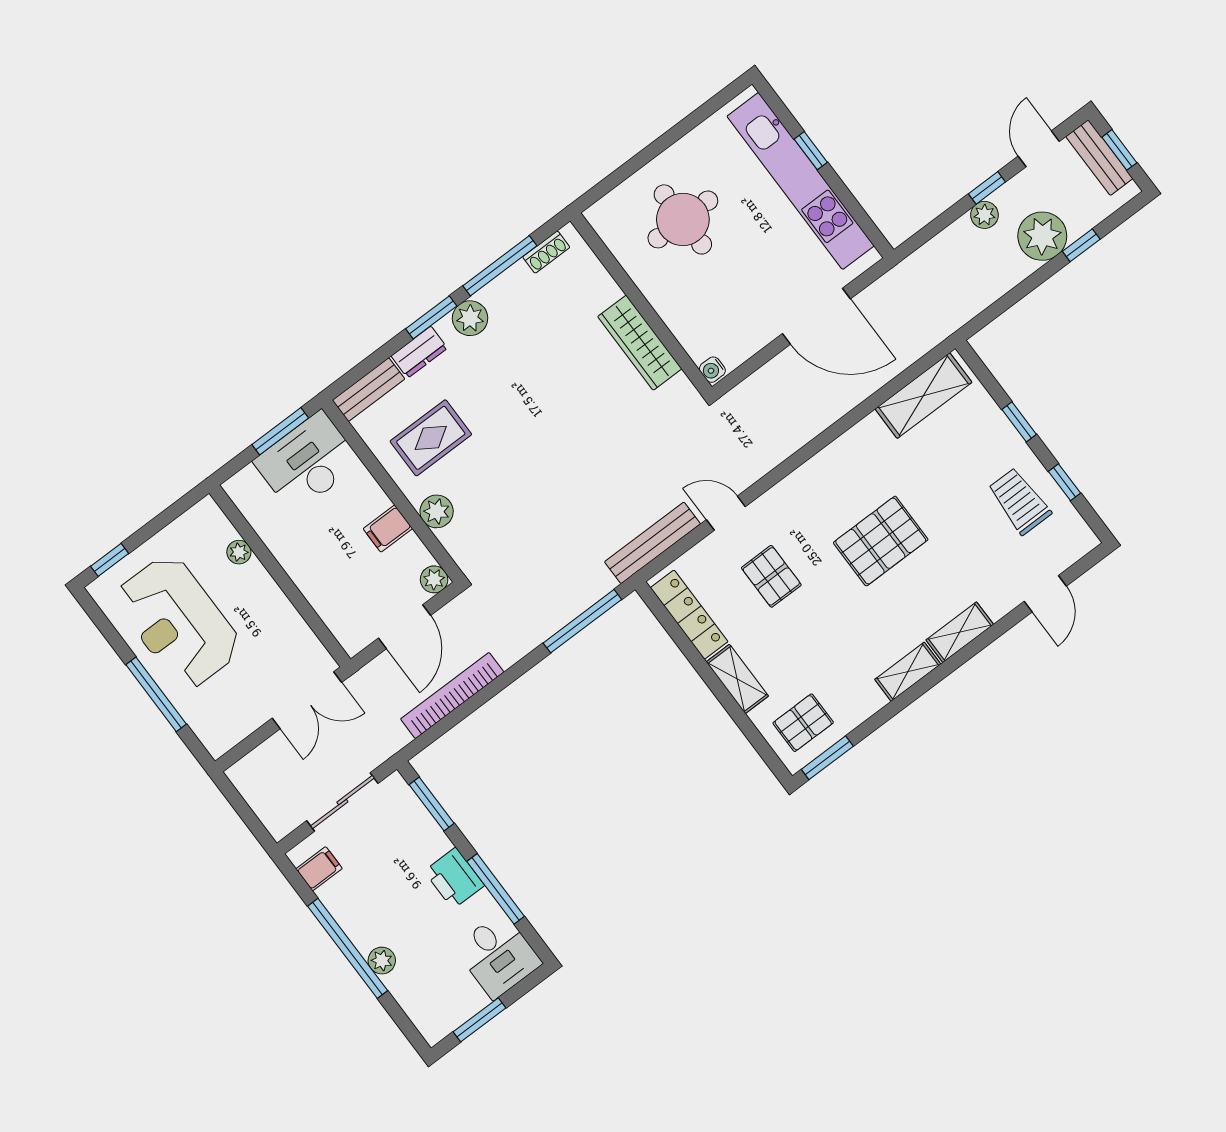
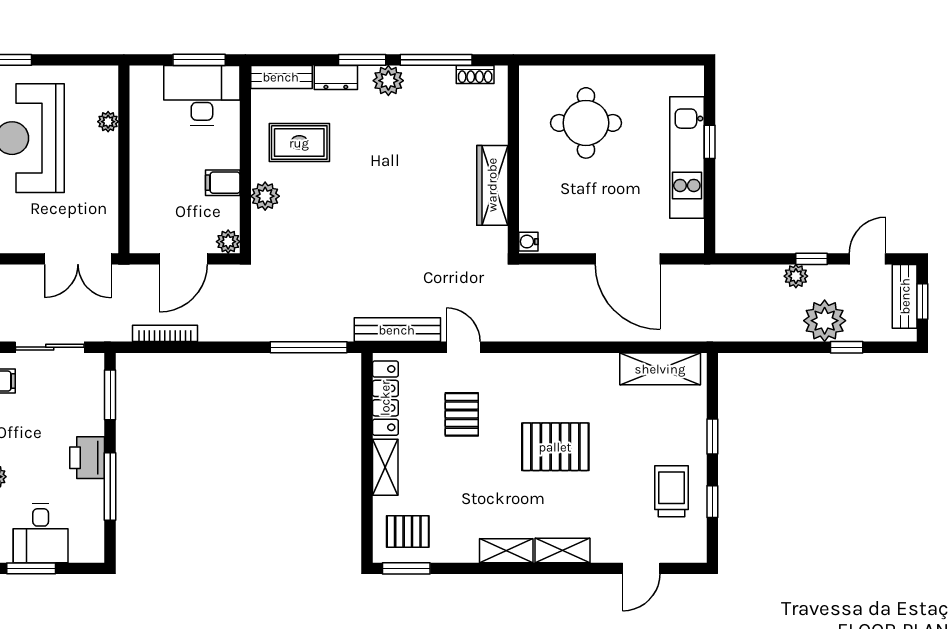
kitchen unit: (801, 181) -> (687, 157), width x0.73
bookcase: (452, 695) -> (165, 333), width x0.68, depth x0.76
desk: (498, 955) -> (41, 533), moved

